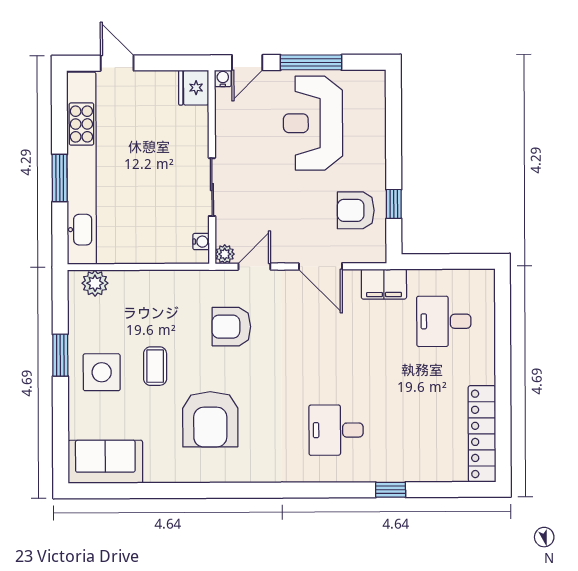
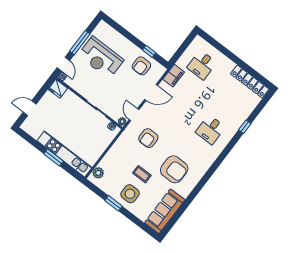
kitchen unit: (82, 168) -> (65, 154), width x0.73
sofa: (105, 462) -> (165, 211), width x1.36

